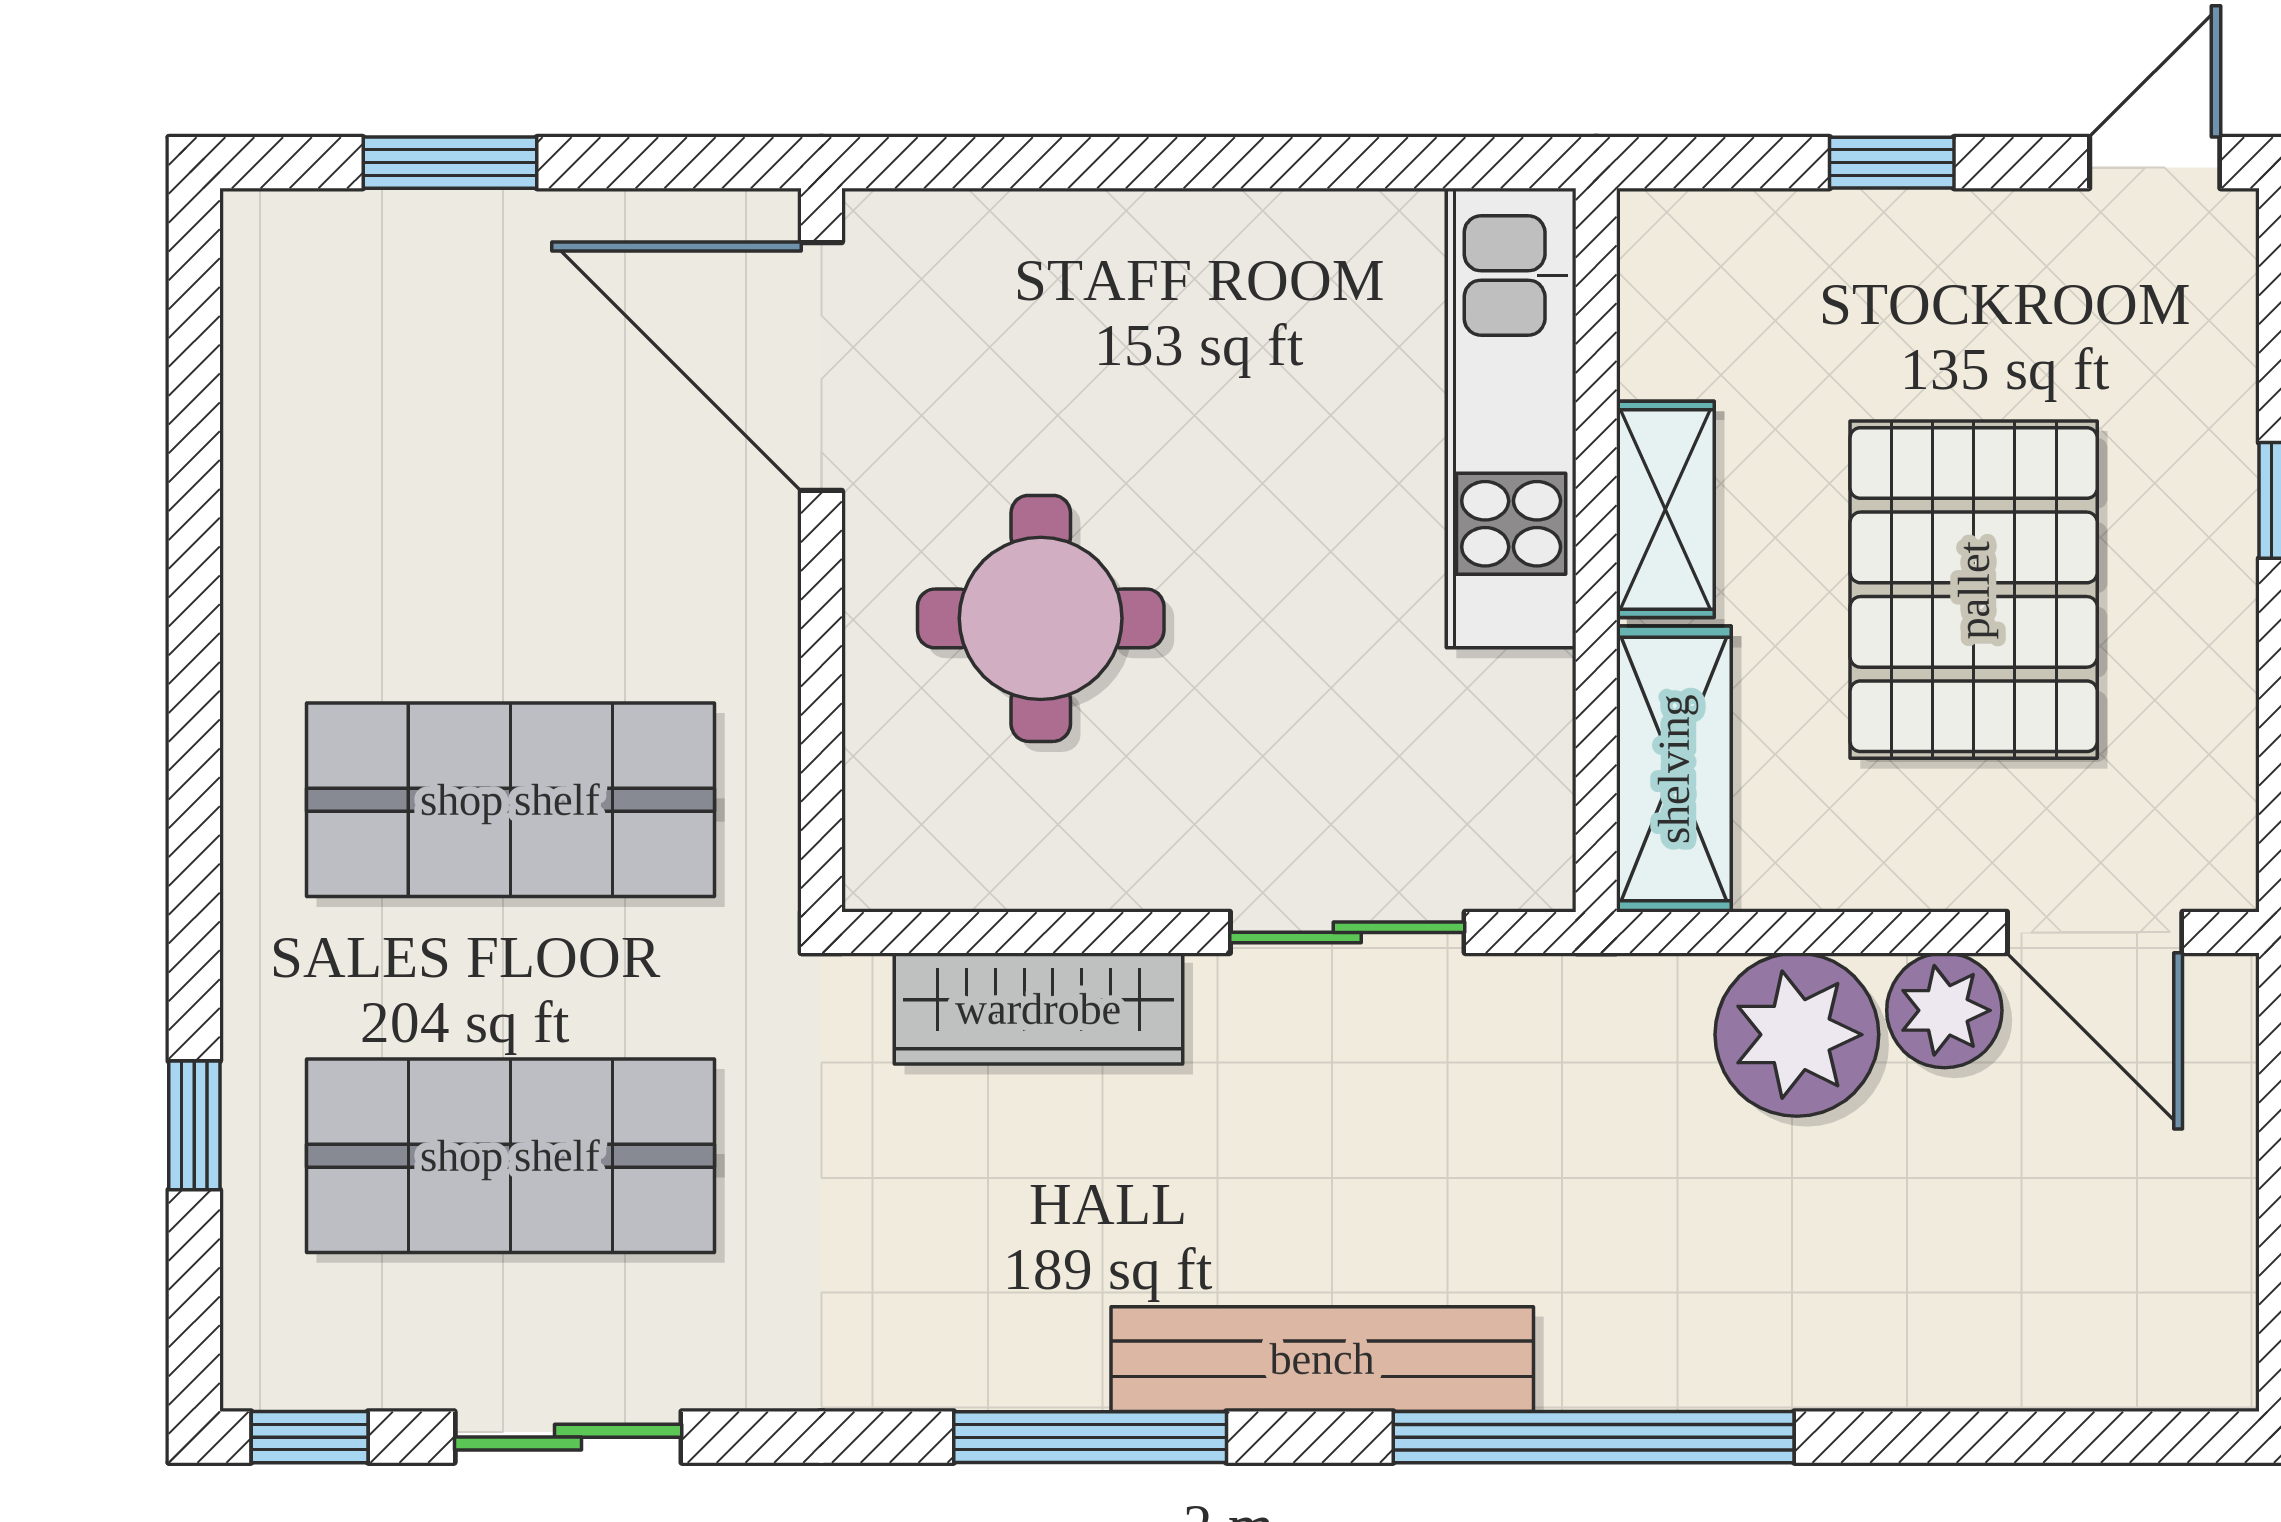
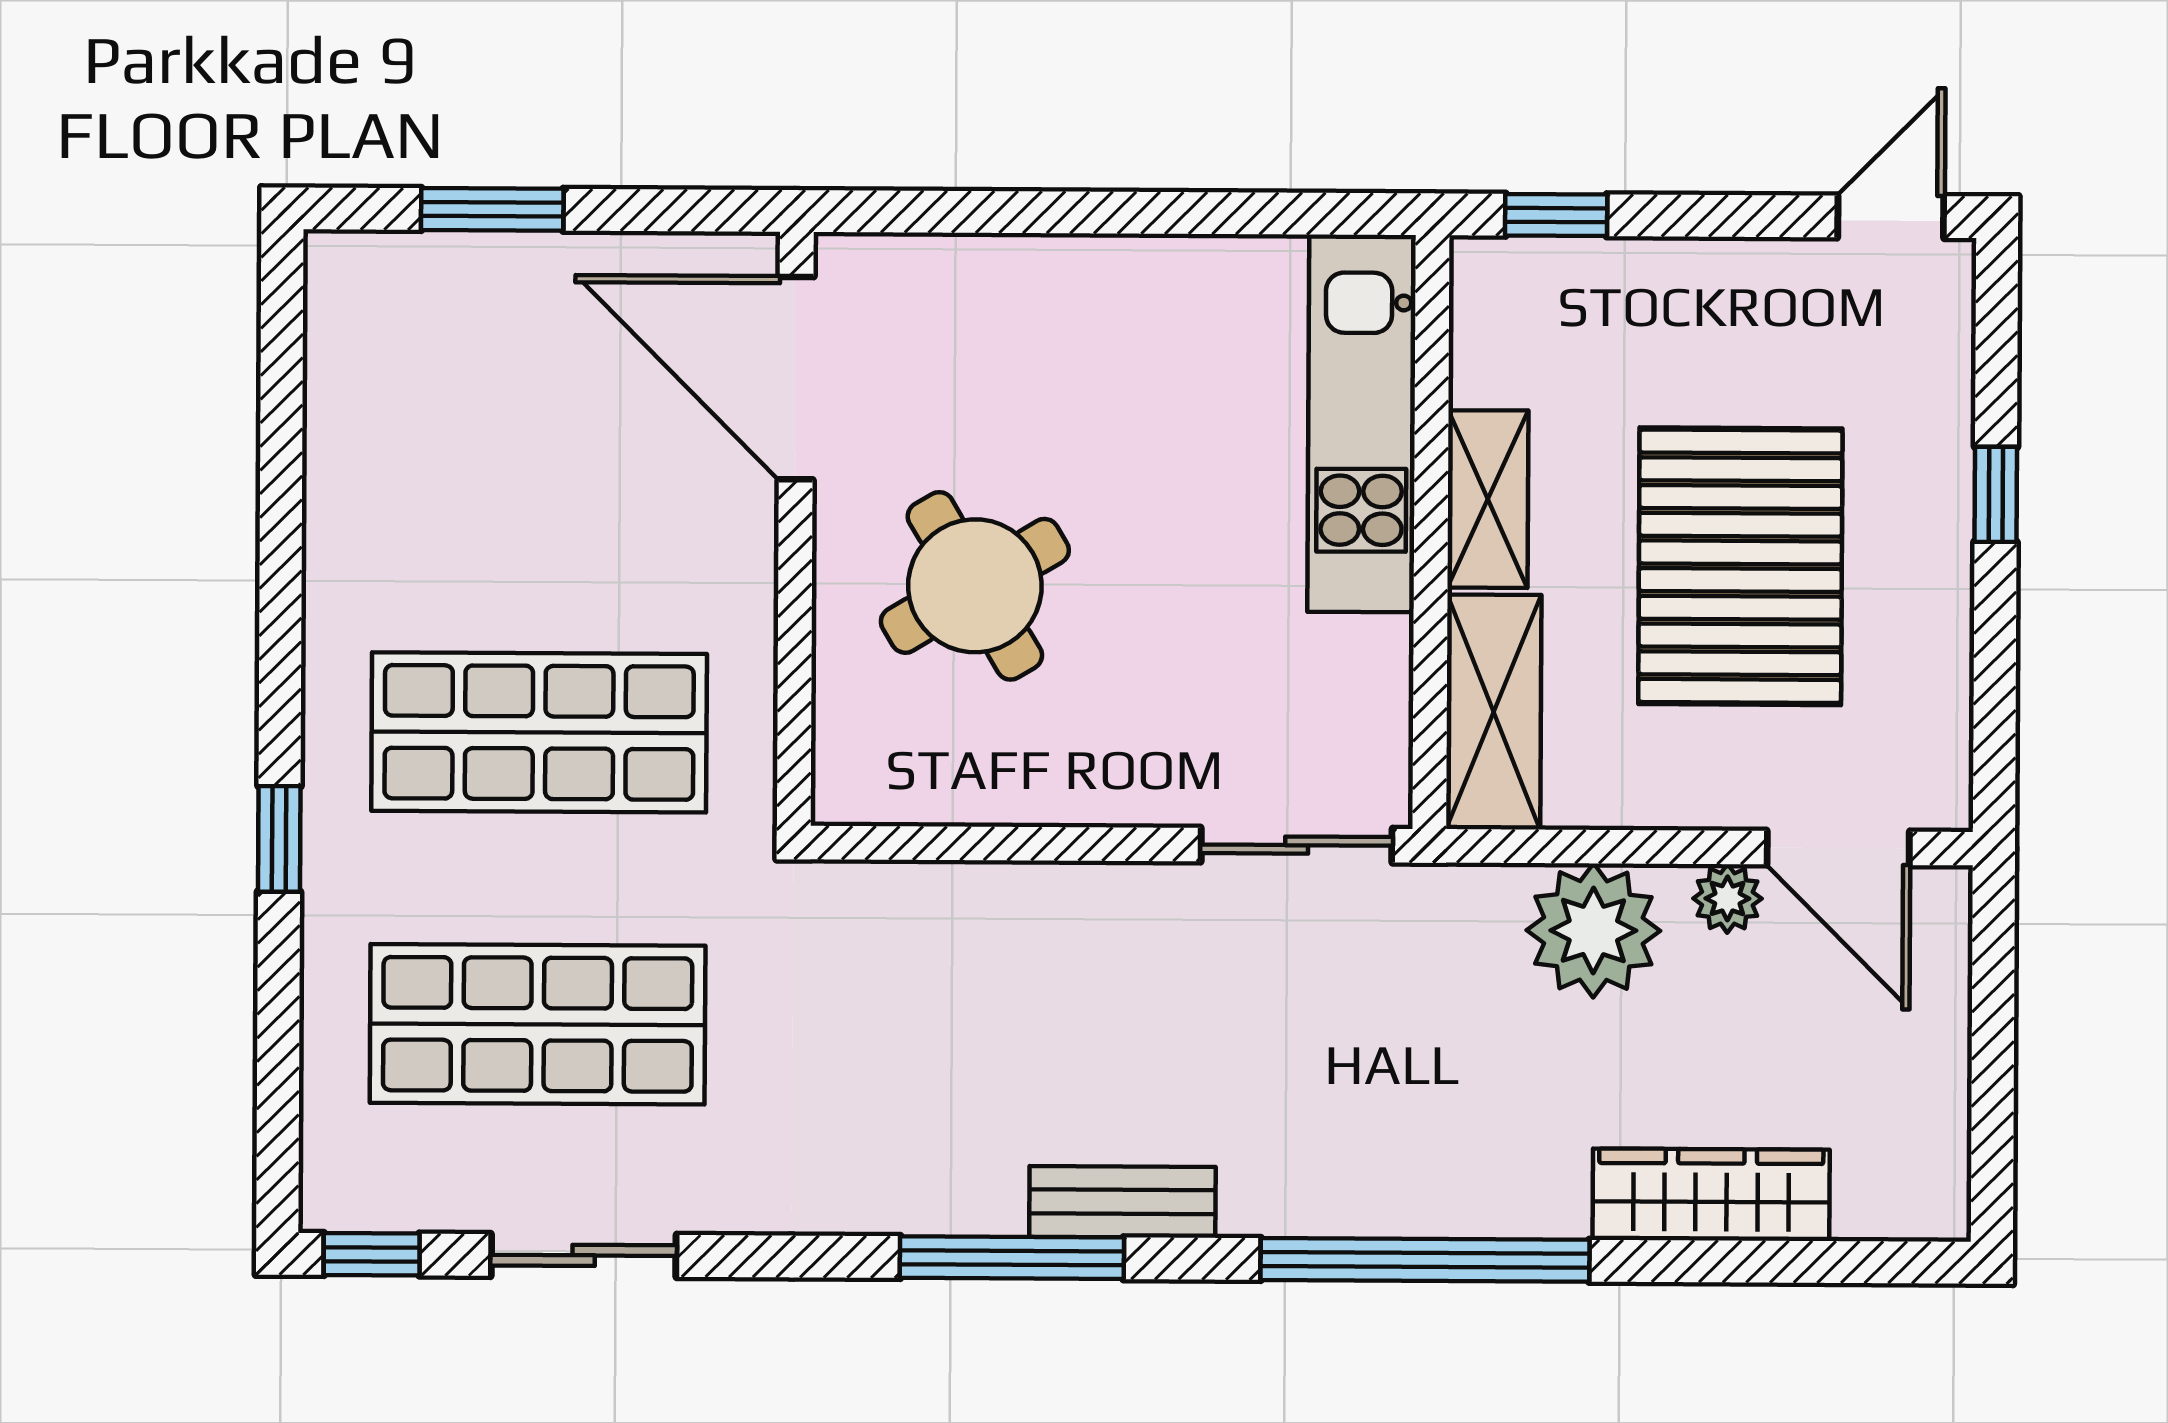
window: (1892, 163) -> (1556, 215), moved
round table: (1041, 618) -> (975, 586), turned -31
sliding door: (1347, 932) -> (1297, 845), moved
wardrobe: (1038, 1009) -> (1711, 1195), moved, turned 180
plant: (1944, 1010) -> (1727, 898), width x0.73, depth x0.73
window: (194, 1125) -> (279, 839), moved
bench: (1322, 1359) -> (1122, 1202), width x0.54, depth x0.82

